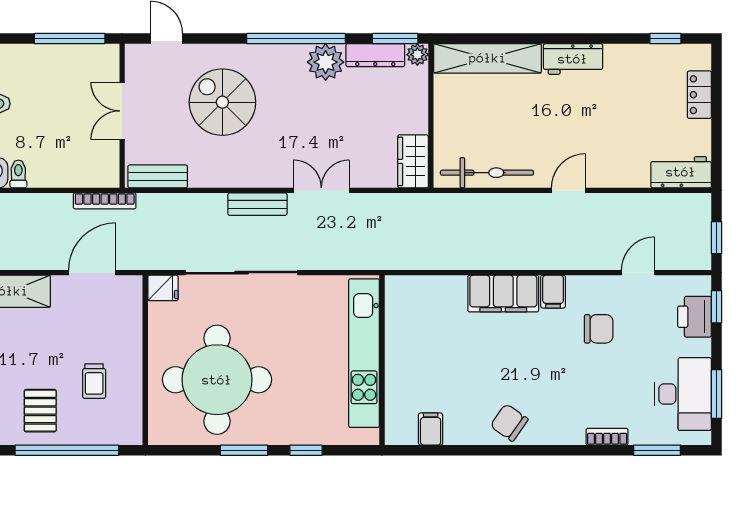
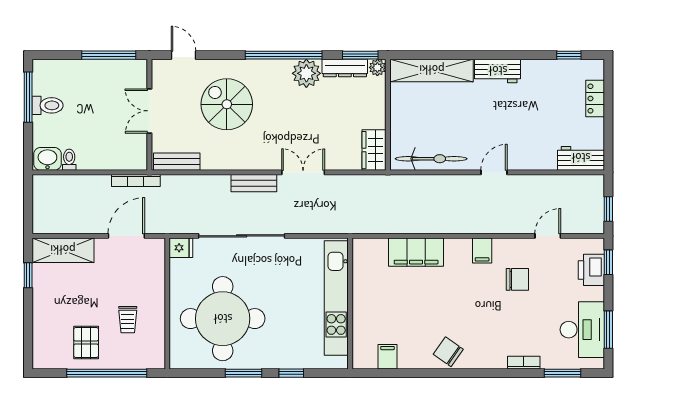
filing cabinet: (503, 294) -> (416, 252), moved

